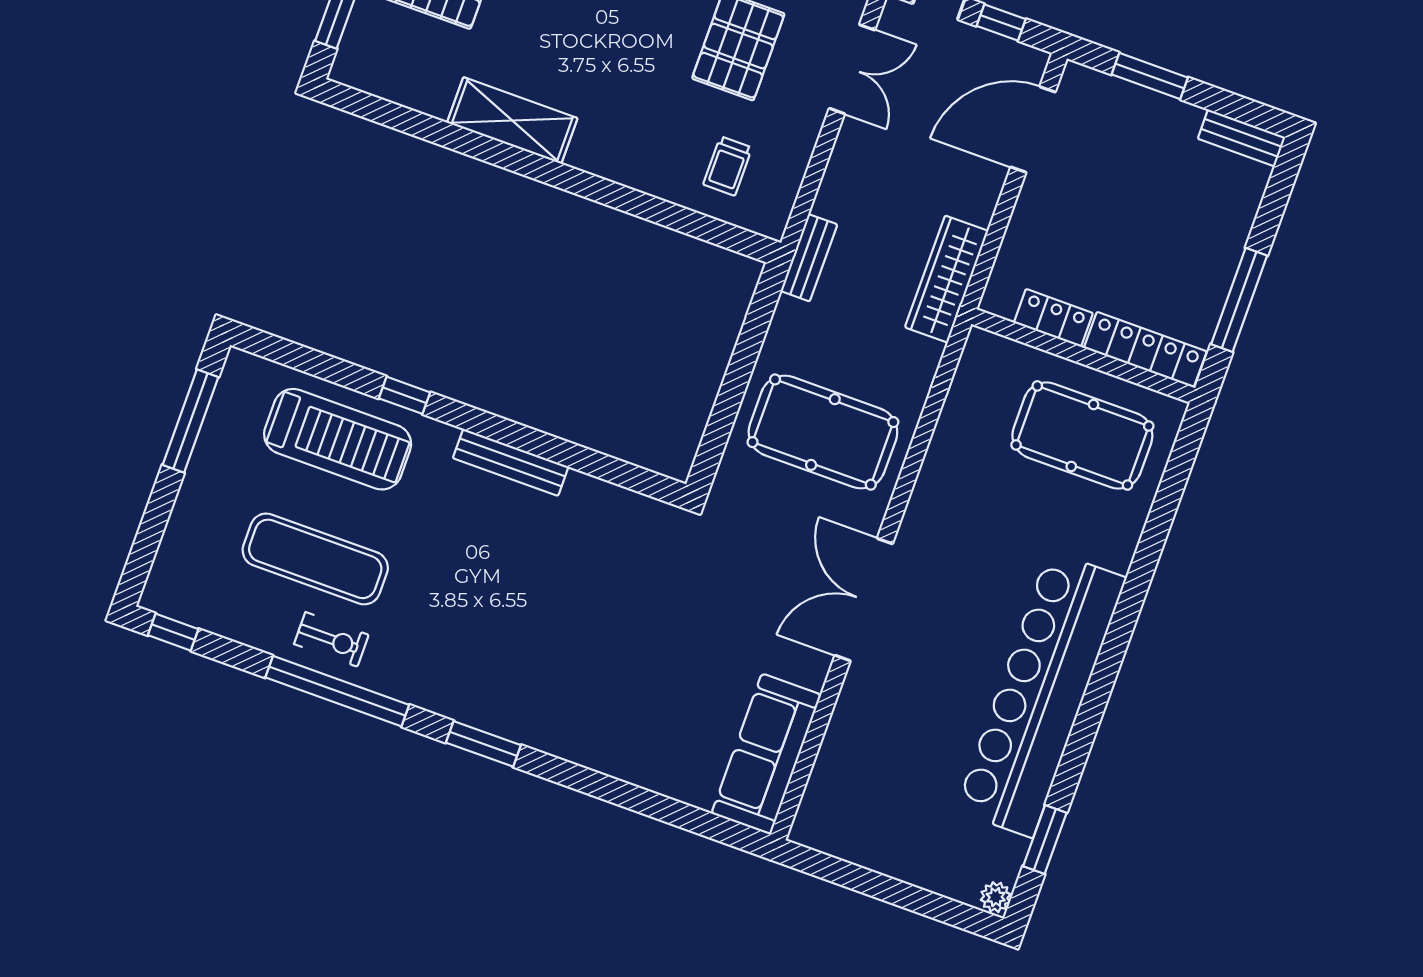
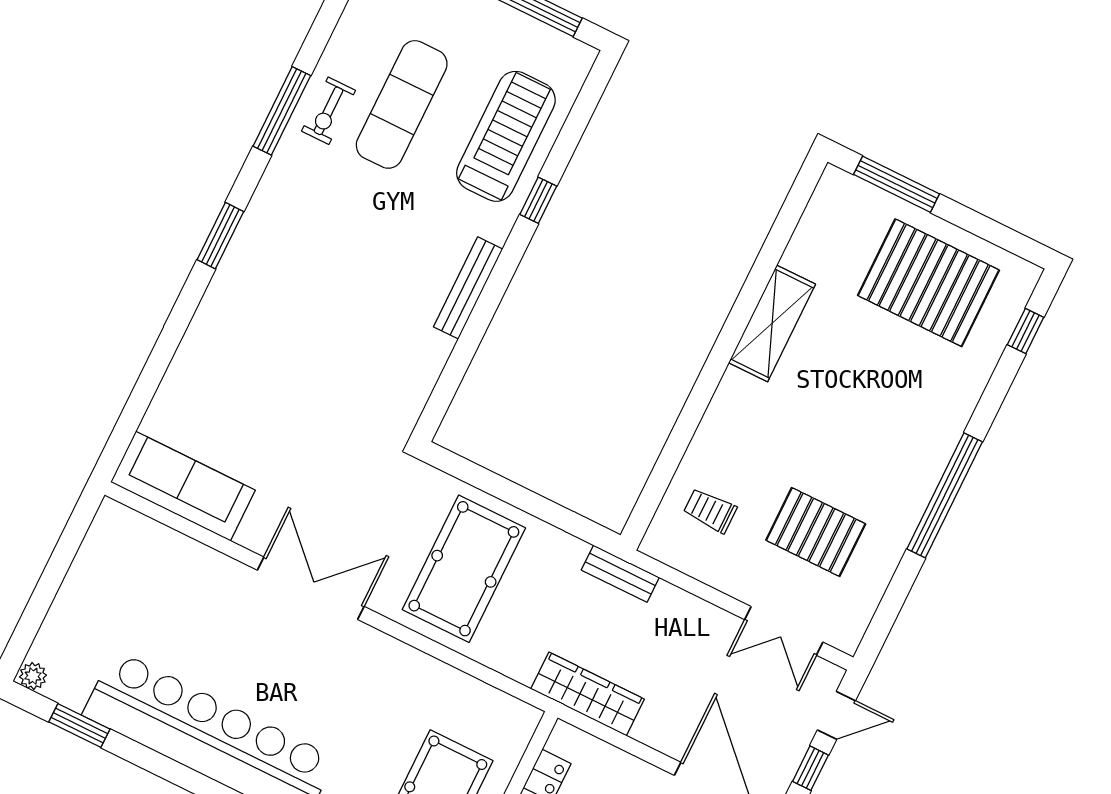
treadmill: (338, 439) -> (506, 136), turned 180
window: (337, 691) -> (282, 111), width x0.68

